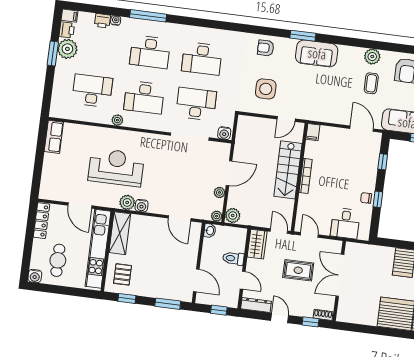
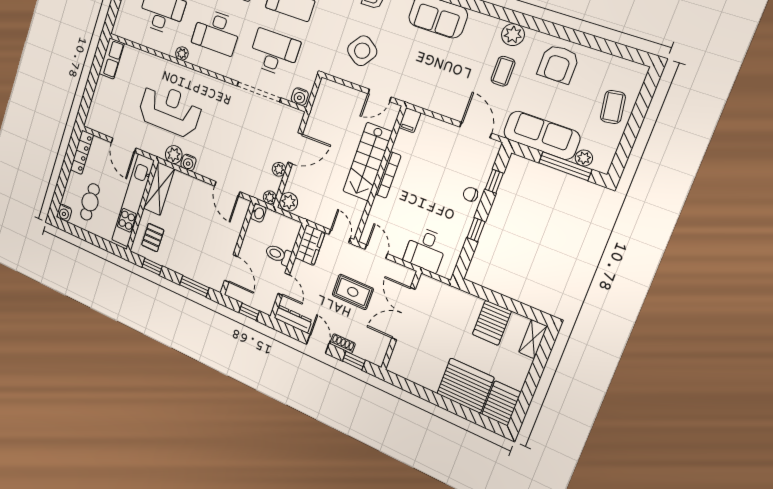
side table: (266, 89) -> (362, 51), turned 35
chair: (366, 198) -> (471, 194), moved
shoe rack: (323, 315) -> (343, 344), moved

